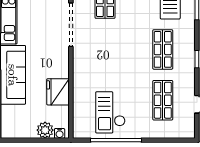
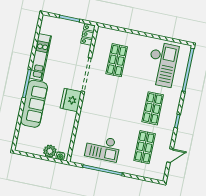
fridge: (58, 92) -> (71, 100), moved
checkout: (110, 112) -> (103, 148), turned -90

